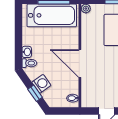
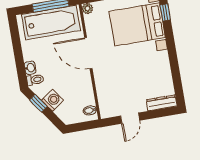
door: (80, 63) -> (88, 53), moved
window: (35, 93) -> (38, 103), moved

